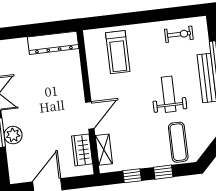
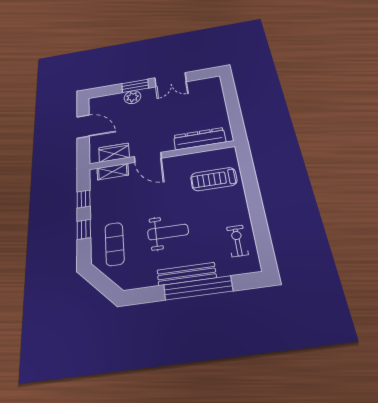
exercise bike: (179, 34) -> (237, 241), turned 180
dresser: (53, 43) -> (200, 139), moved, turned 90
exercise mat: (178, 142) -> (114, 244), turned 90

